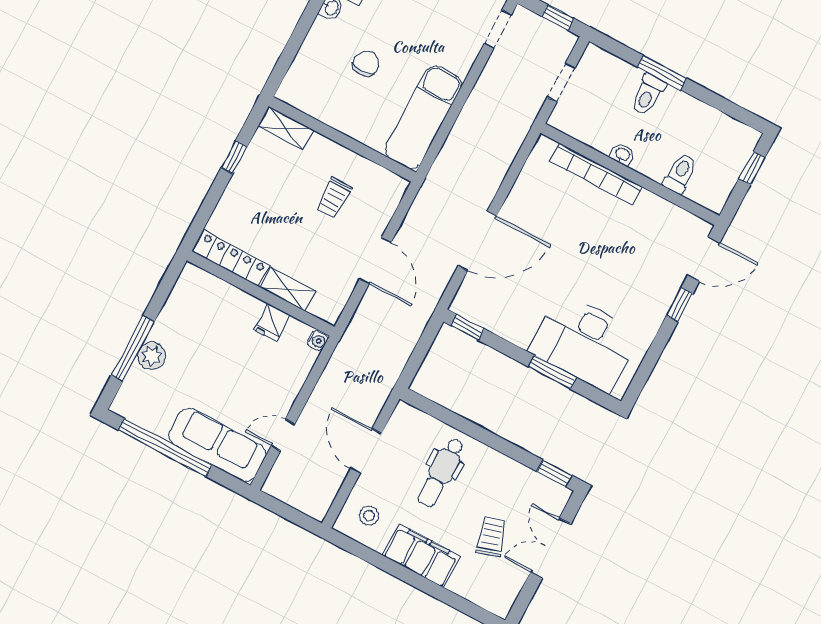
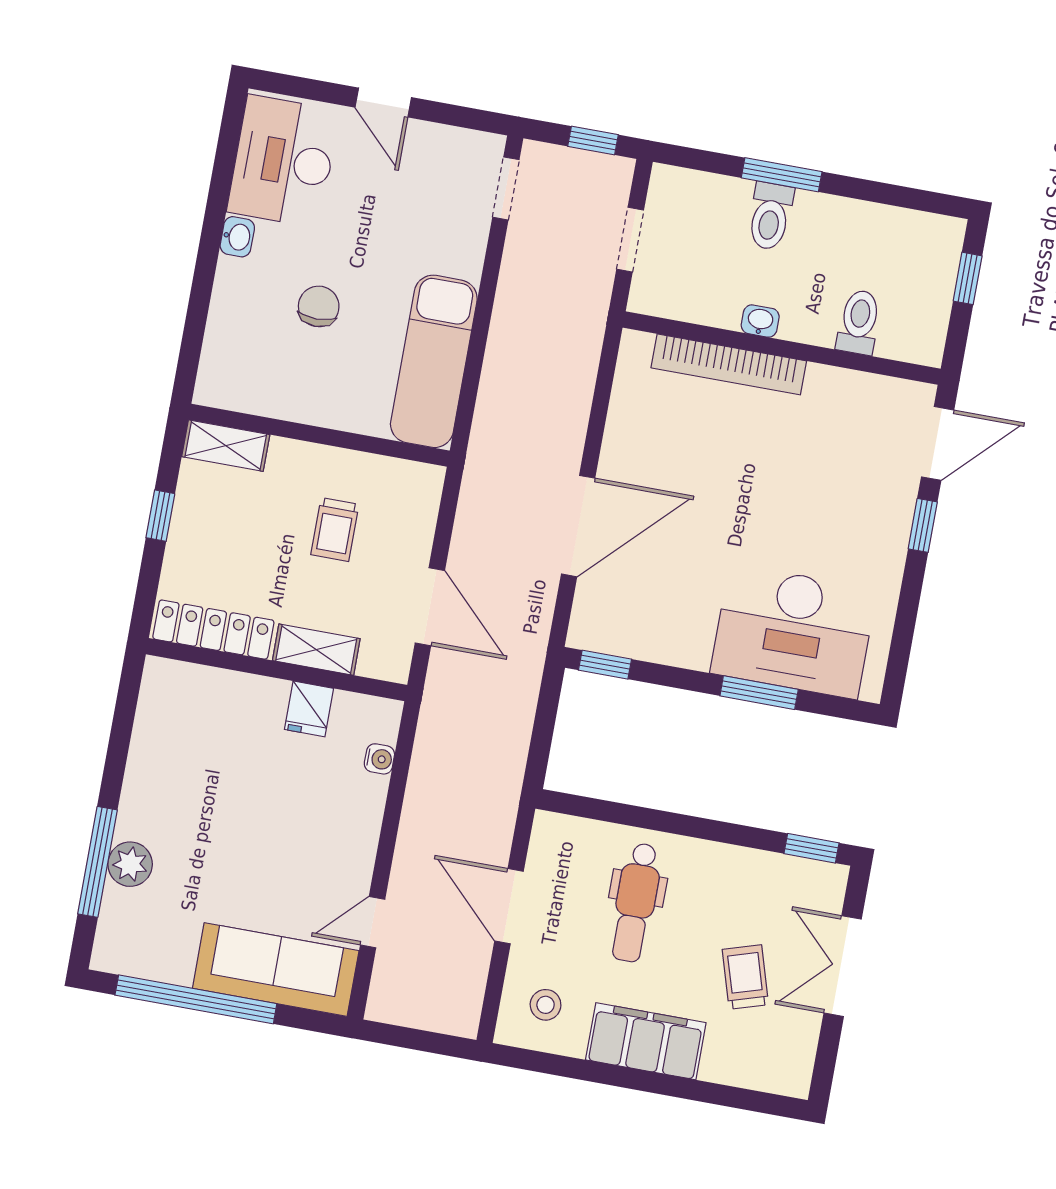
locker: (231, 258) -> (213, 630), moved
shelving: (288, 289) -> (316, 650), moved
wall: (261, 294) -> (276, 670), moved
fridge: (272, 323) -> (309, 709), moved

